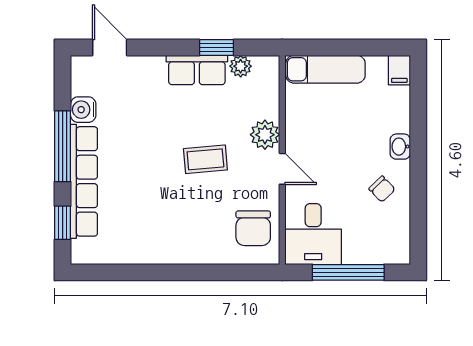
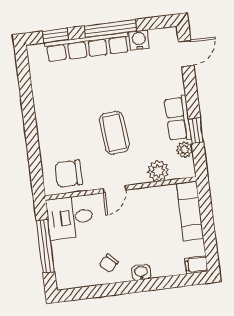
plant: (265, 135) -> (158, 171), moved
coffee table: (205, 159) -> (114, 133), width x1.36, depth x1.30

